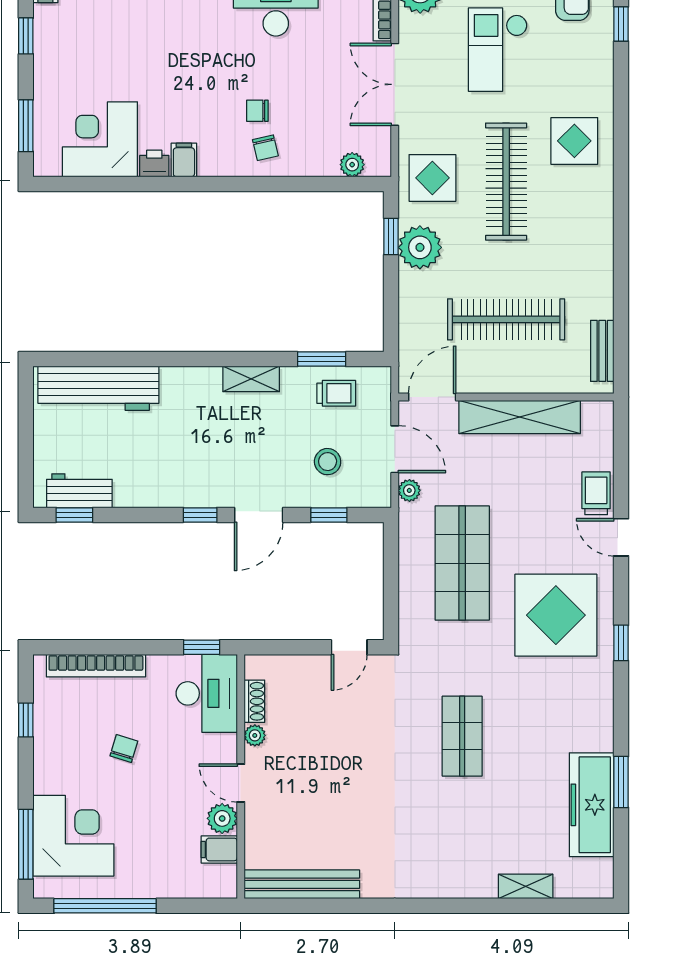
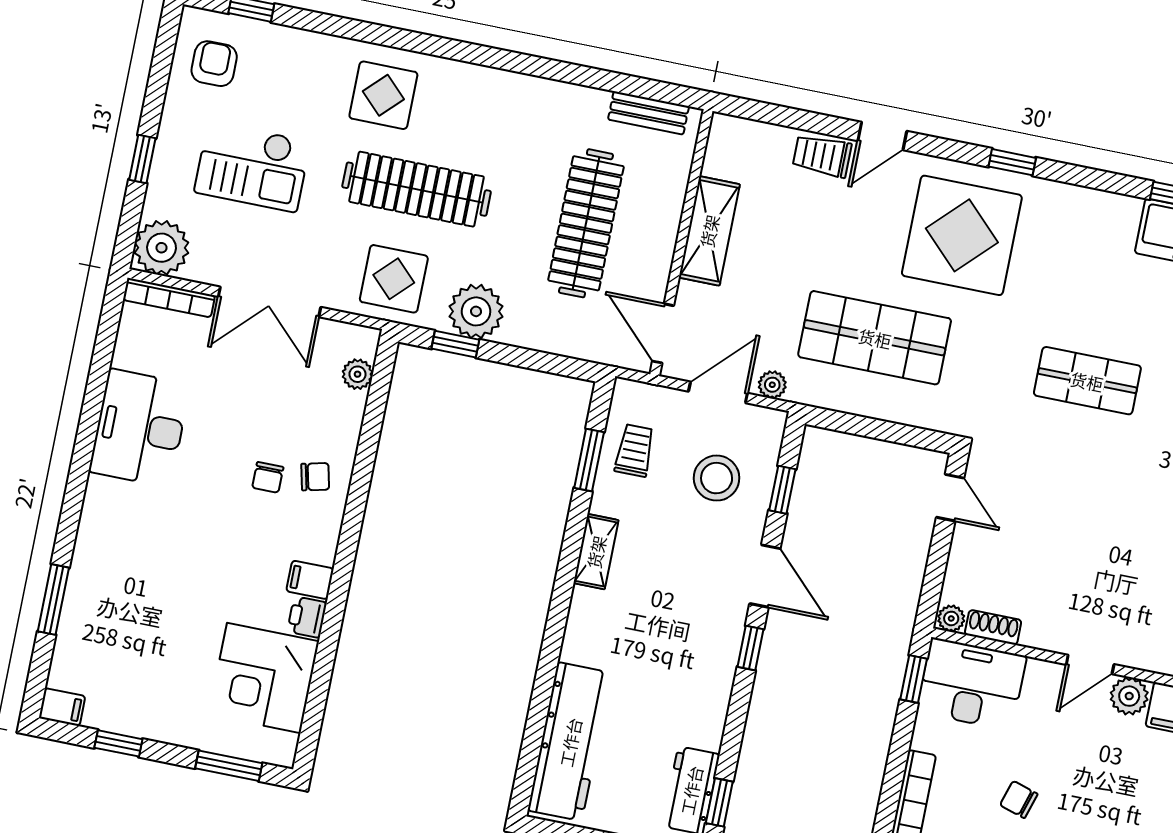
shelving: (520, 417) -> (709, 231), width x0.68
stool: (328, 462) -> (717, 478), width x1.38, depth x1.38
plant: (255, 735) -> (951, 618), moved

